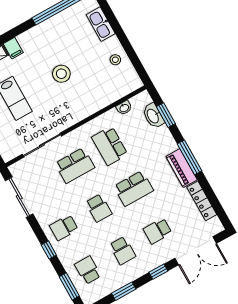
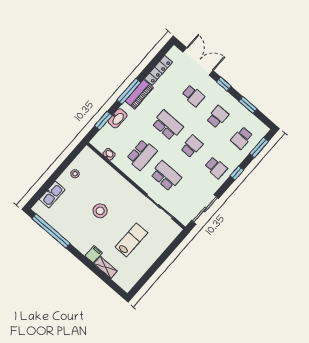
washbasin: (153, 116) -> (118, 118), moved

